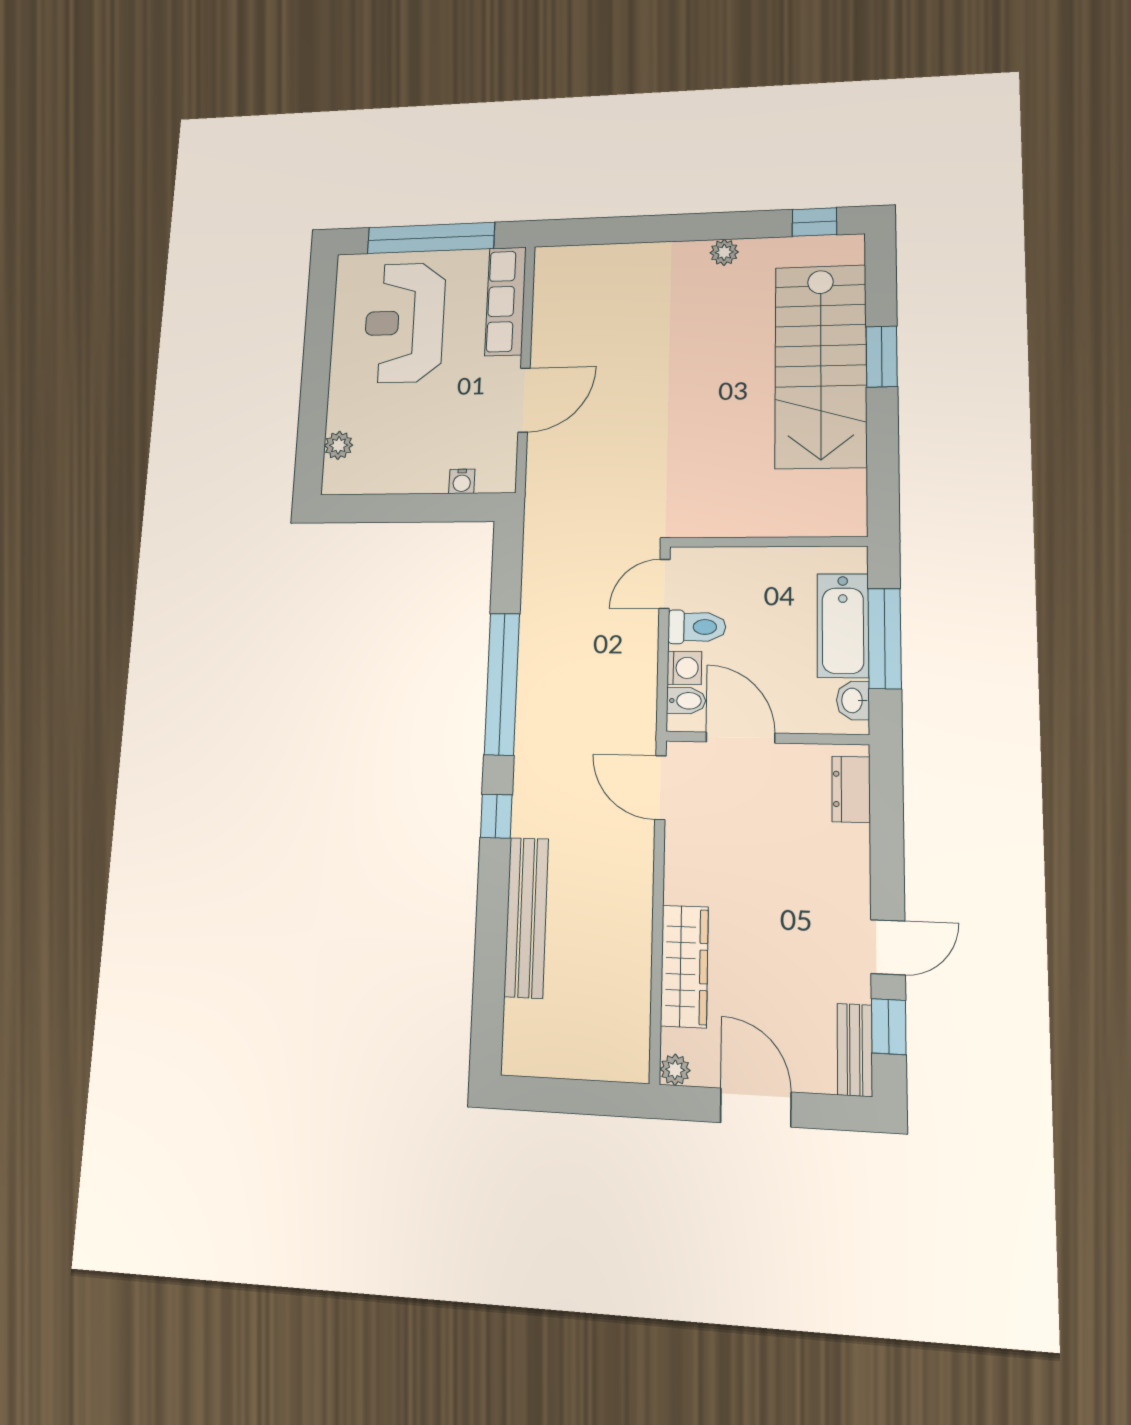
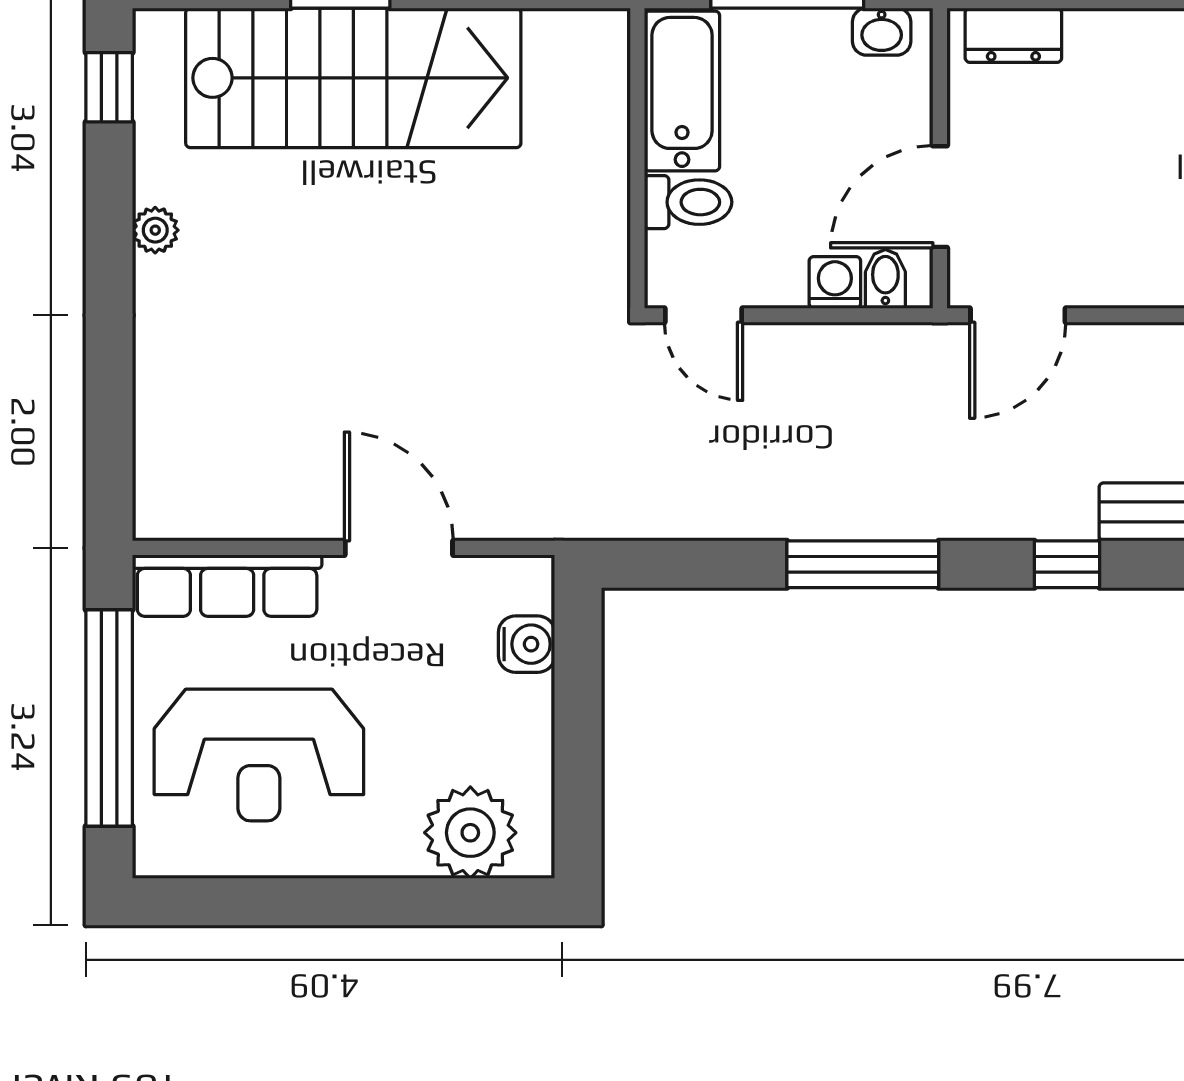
plant: (339, 445) -> (470, 833), width x1.88, depth x1.88
water cooler: (462, 481) -> (527, 644), width x1.38, depth x1.38
bathtub: (843, 626) -> (682, 91), moved, turned -90
toilet: (697, 627) -> (688, 202), moved, turned 90
window: (502, 684) -> (863, 564), width x0.68

